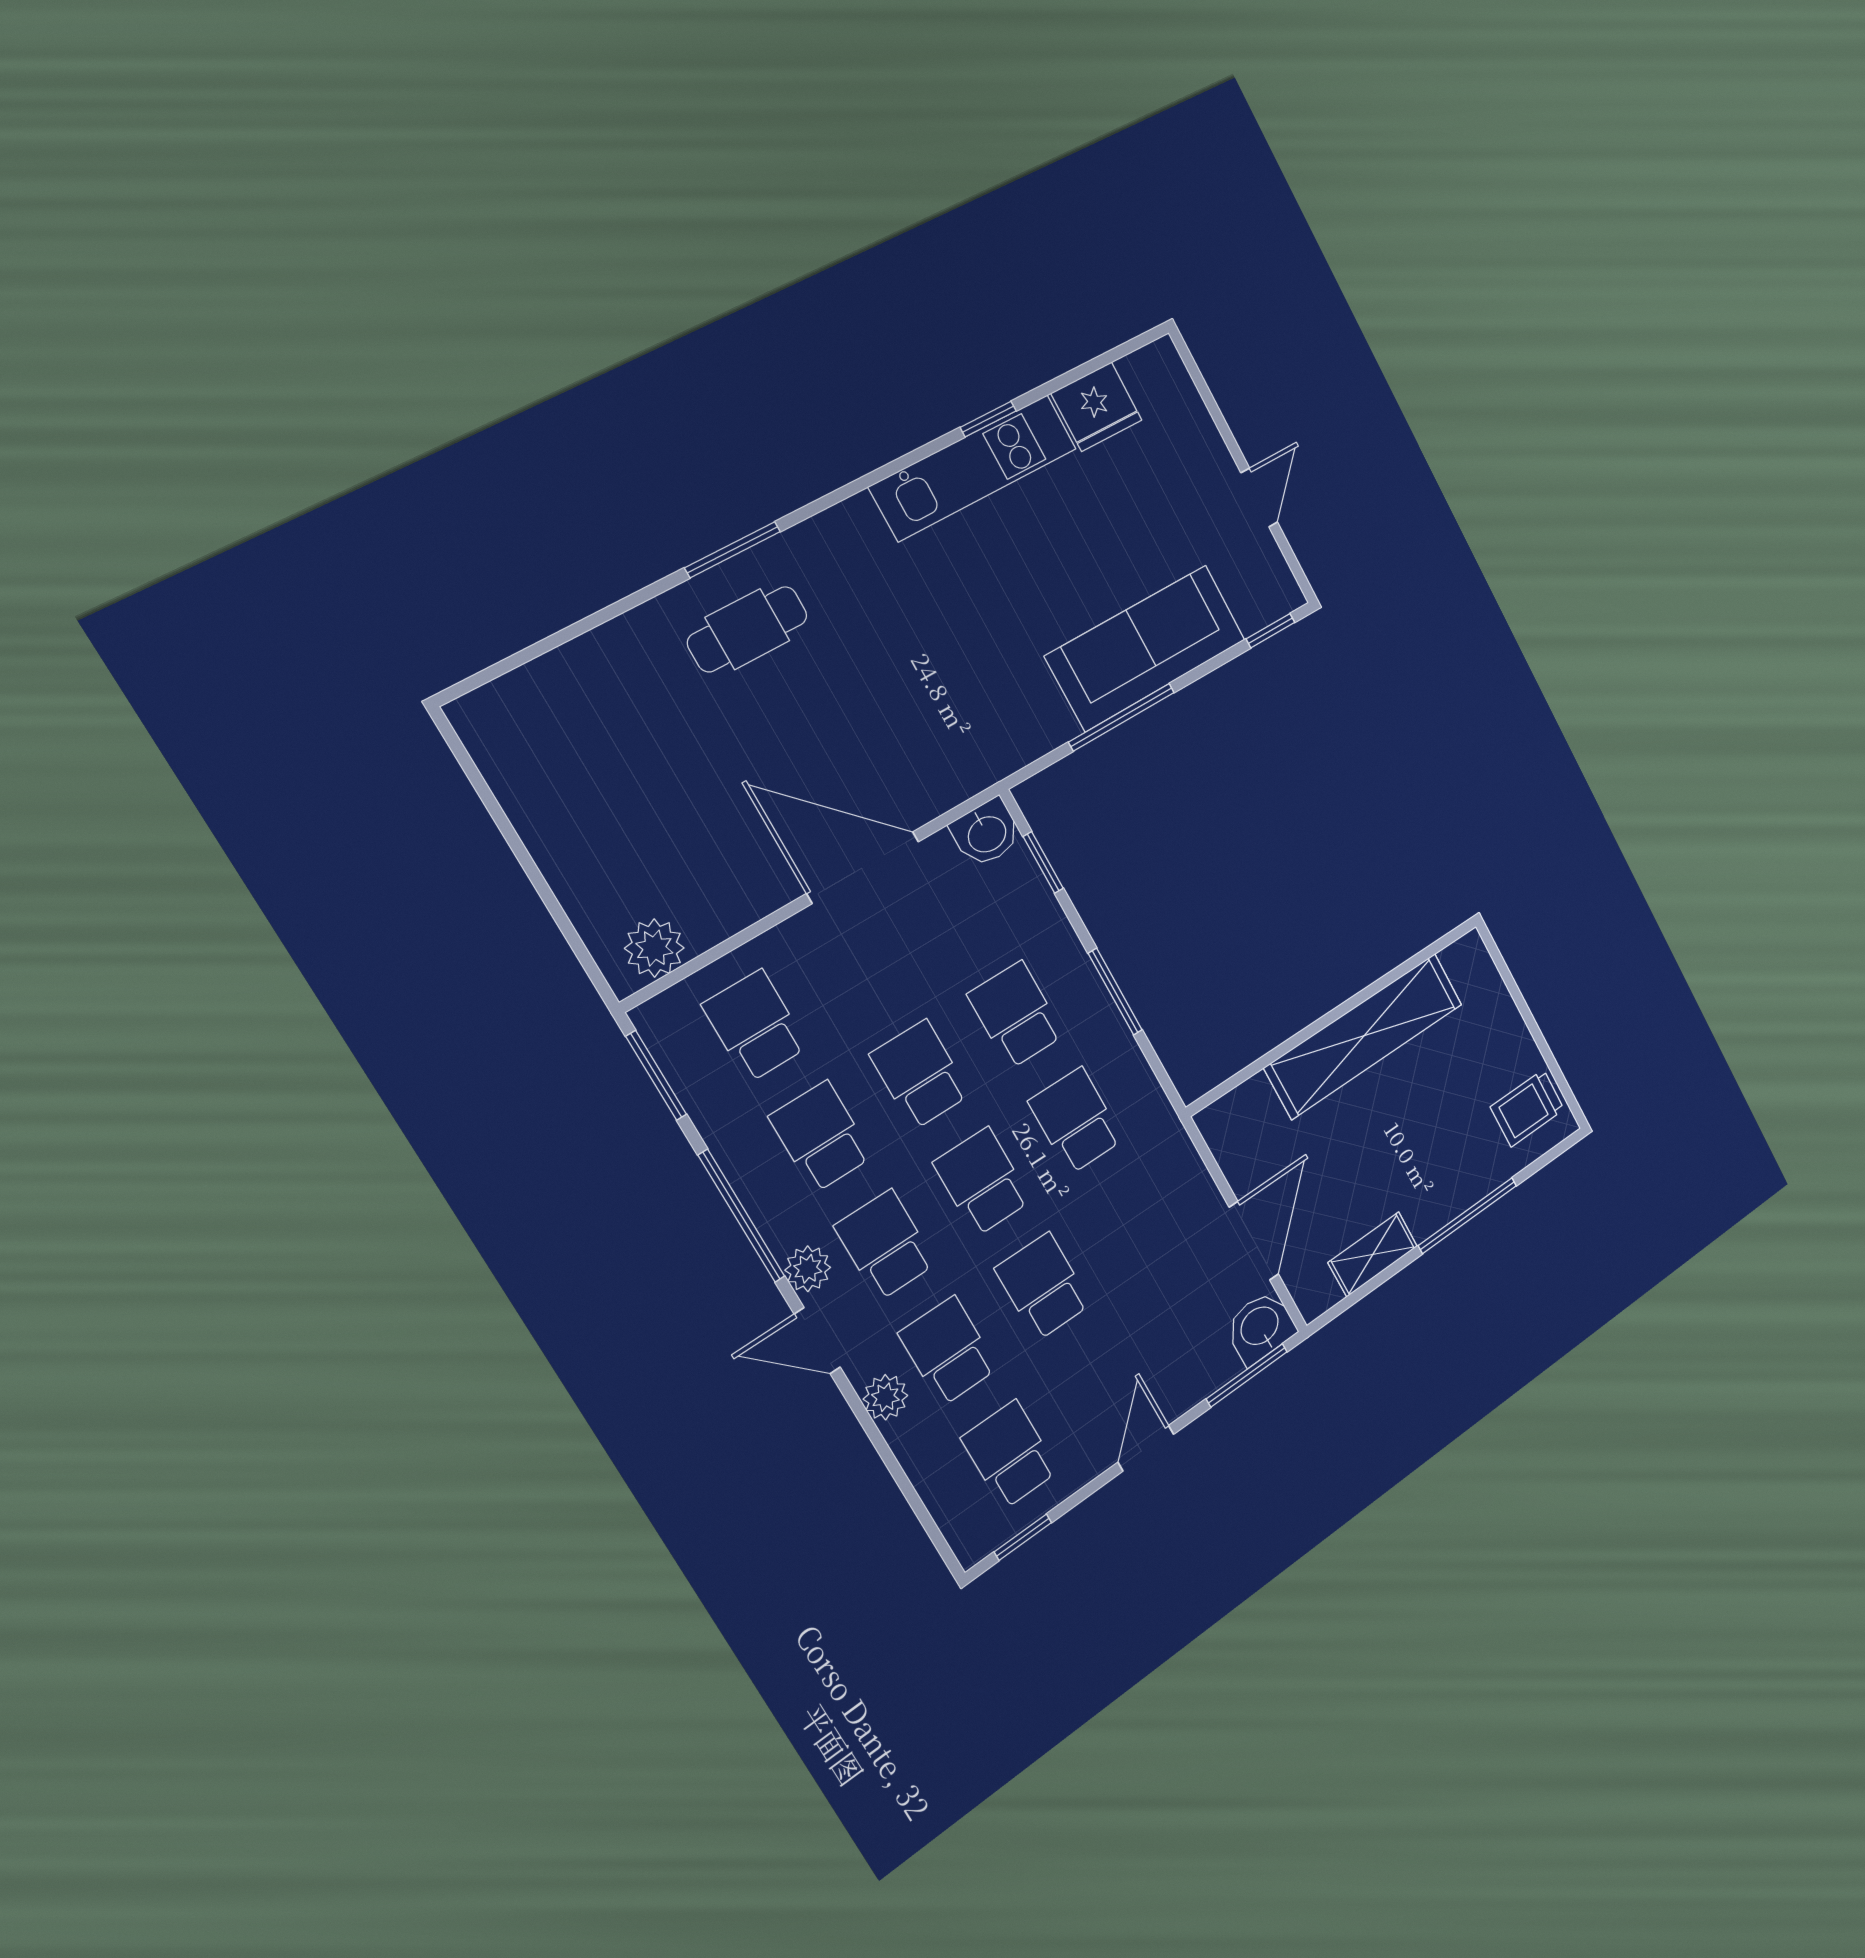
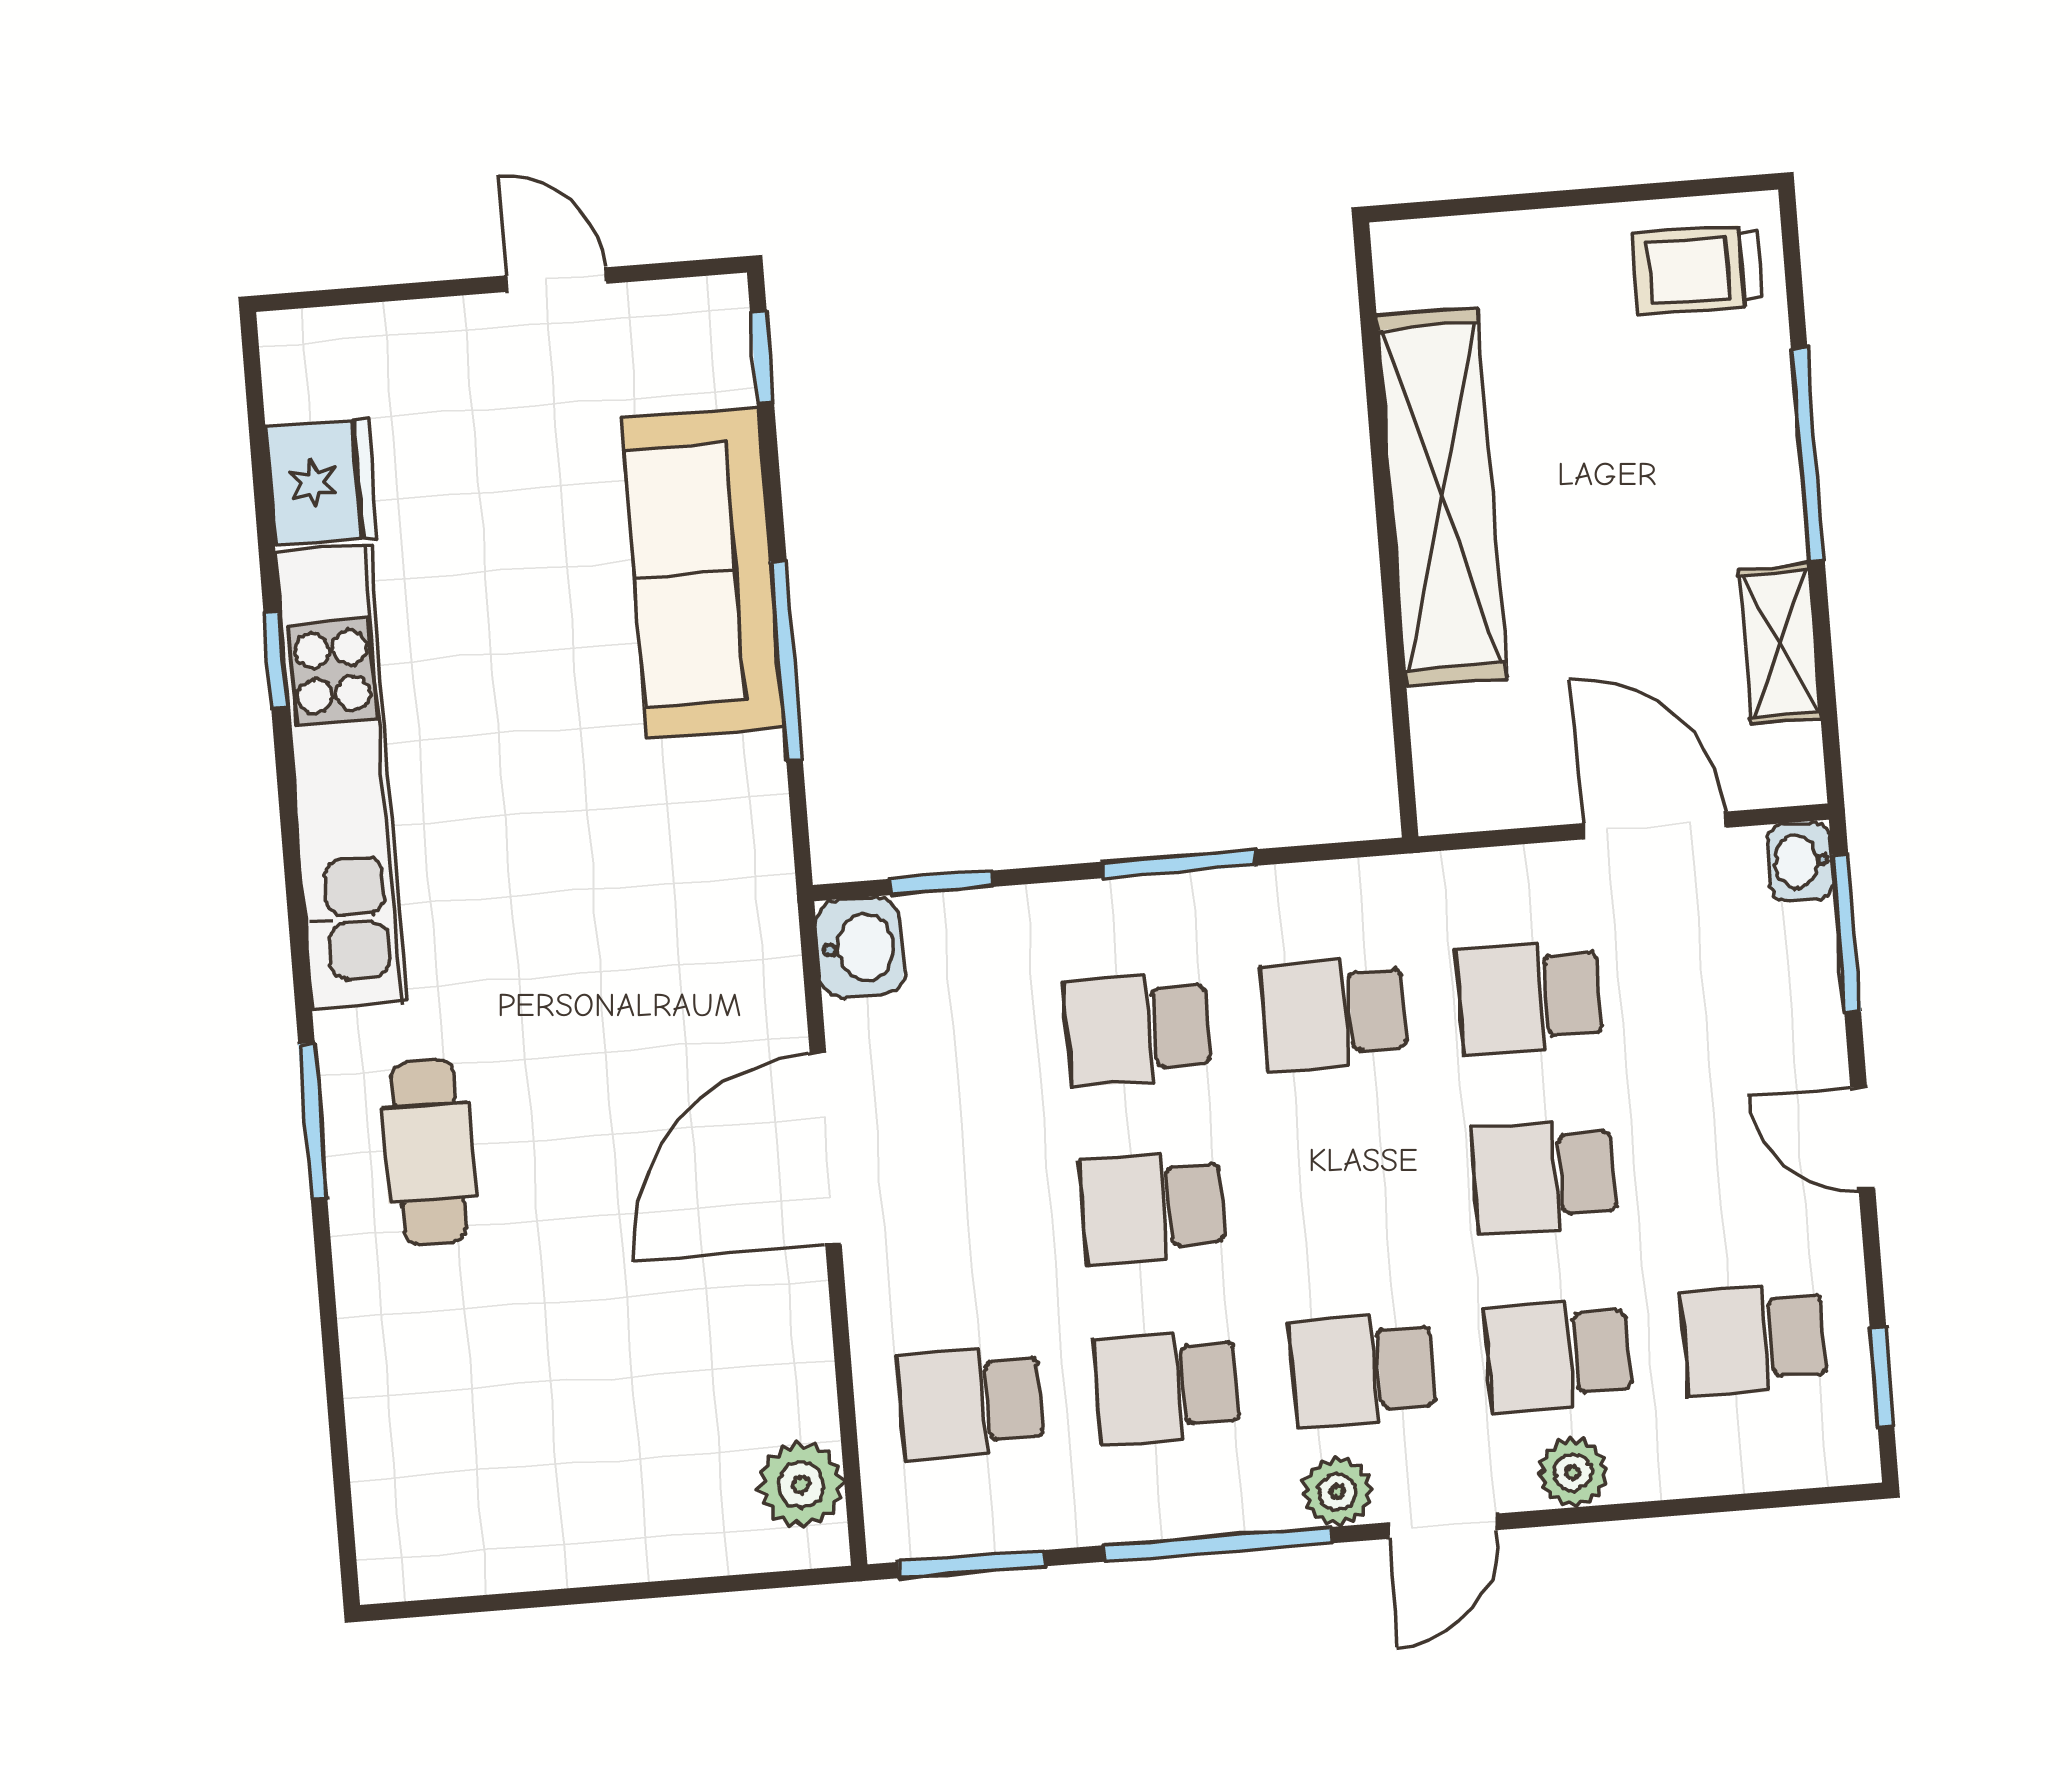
kitchen unit: (974, 468) -> (341, 777), width x1.36
trolley: (1527, 1108) -> (1697, 270), turned 90
school desk: (982, 1182) -> (1530, 997), moved
washbasin: (1260, 1327) -> (1800, 861), width x0.72, depth x0.69

